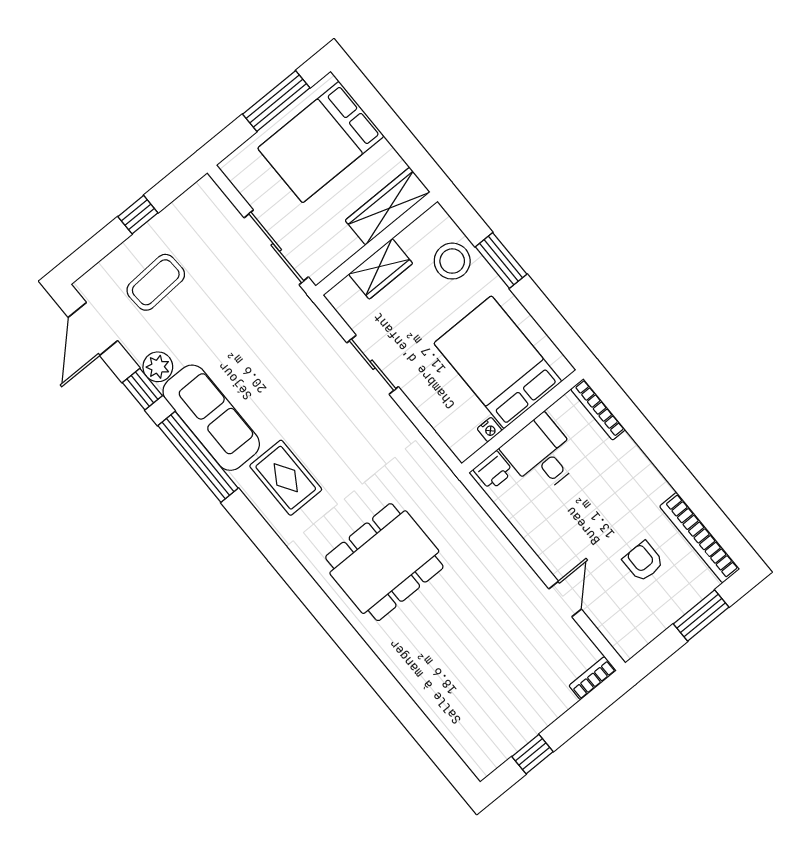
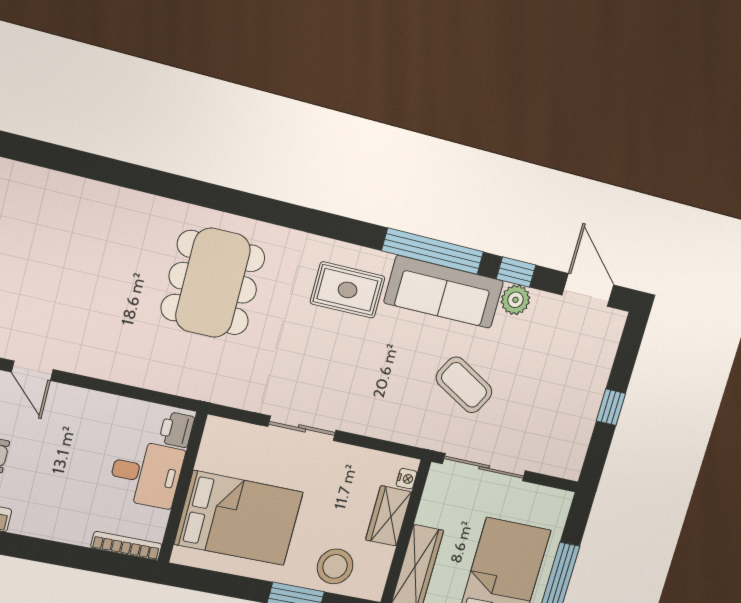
coffee table: (156, 282) -> (464, 385), moved, turned -58
sliding door: (373, 365) -> (302, 428), moved
nightstand: (489, 430) -> (407, 479), moved, turned 180

